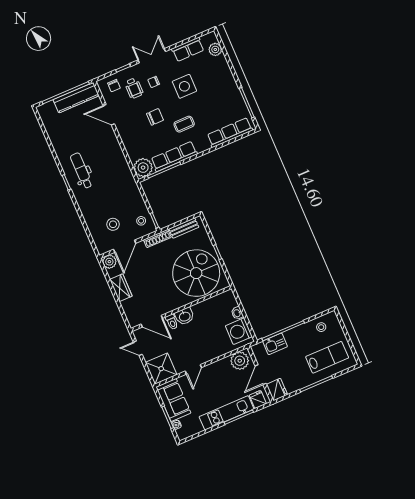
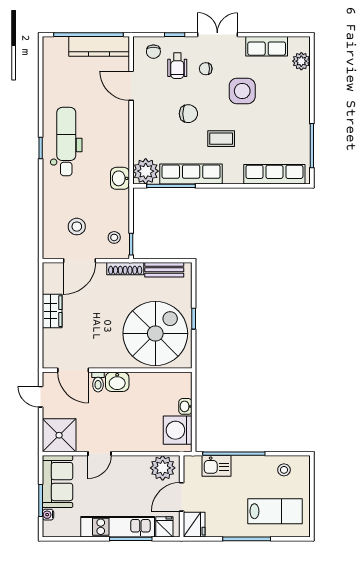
dental chair: (82, 171) -> (66, 142), width x1.36, depth x1.38
washbasin: (128, 180) -> (120, 178), added
plant: (109, 262) -> (52, 272), removed

